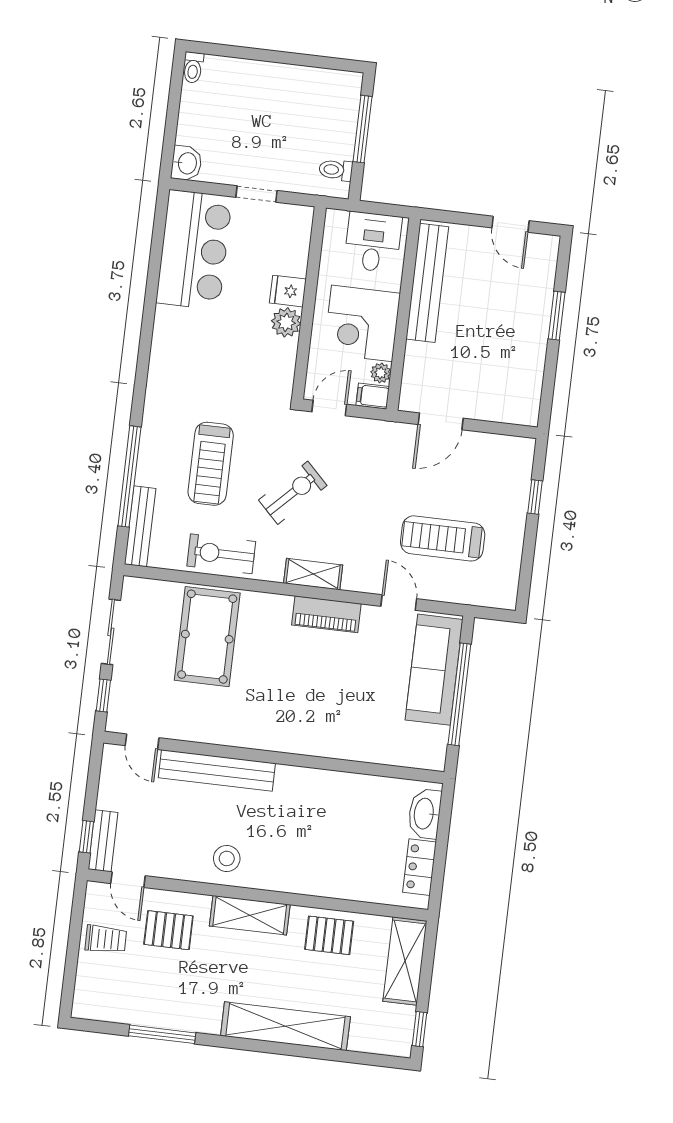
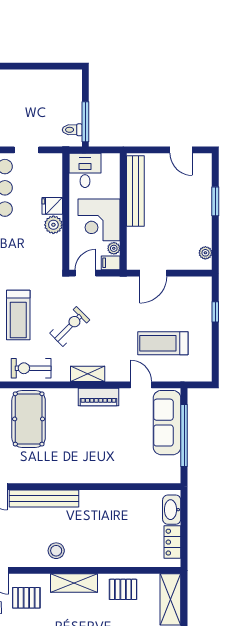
window: (363, 129) -> (85, 122), moved
desk: (373, 242) -> (85, 170), moved
plant: (530, 398) -> (205, 253), added

